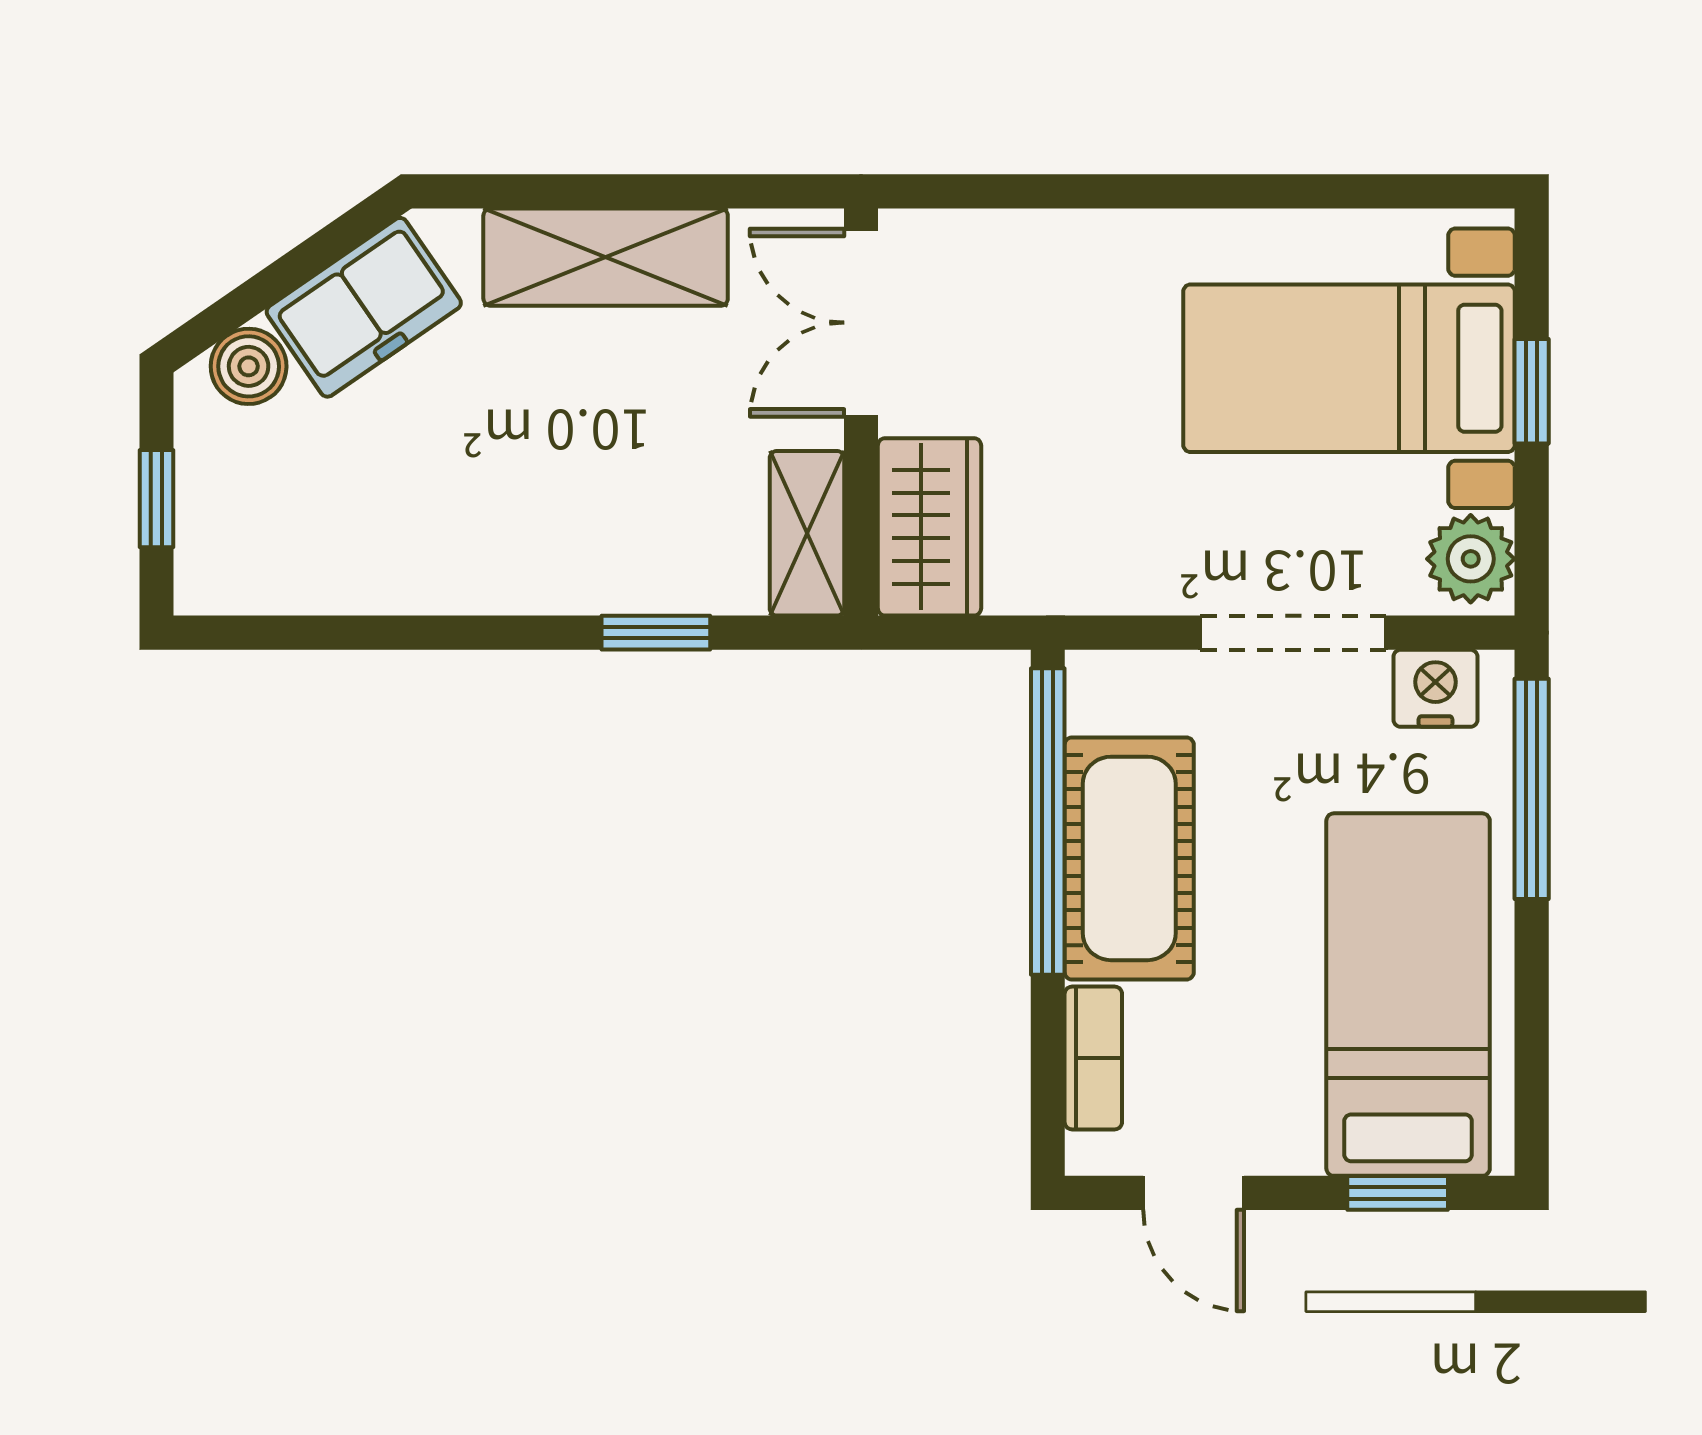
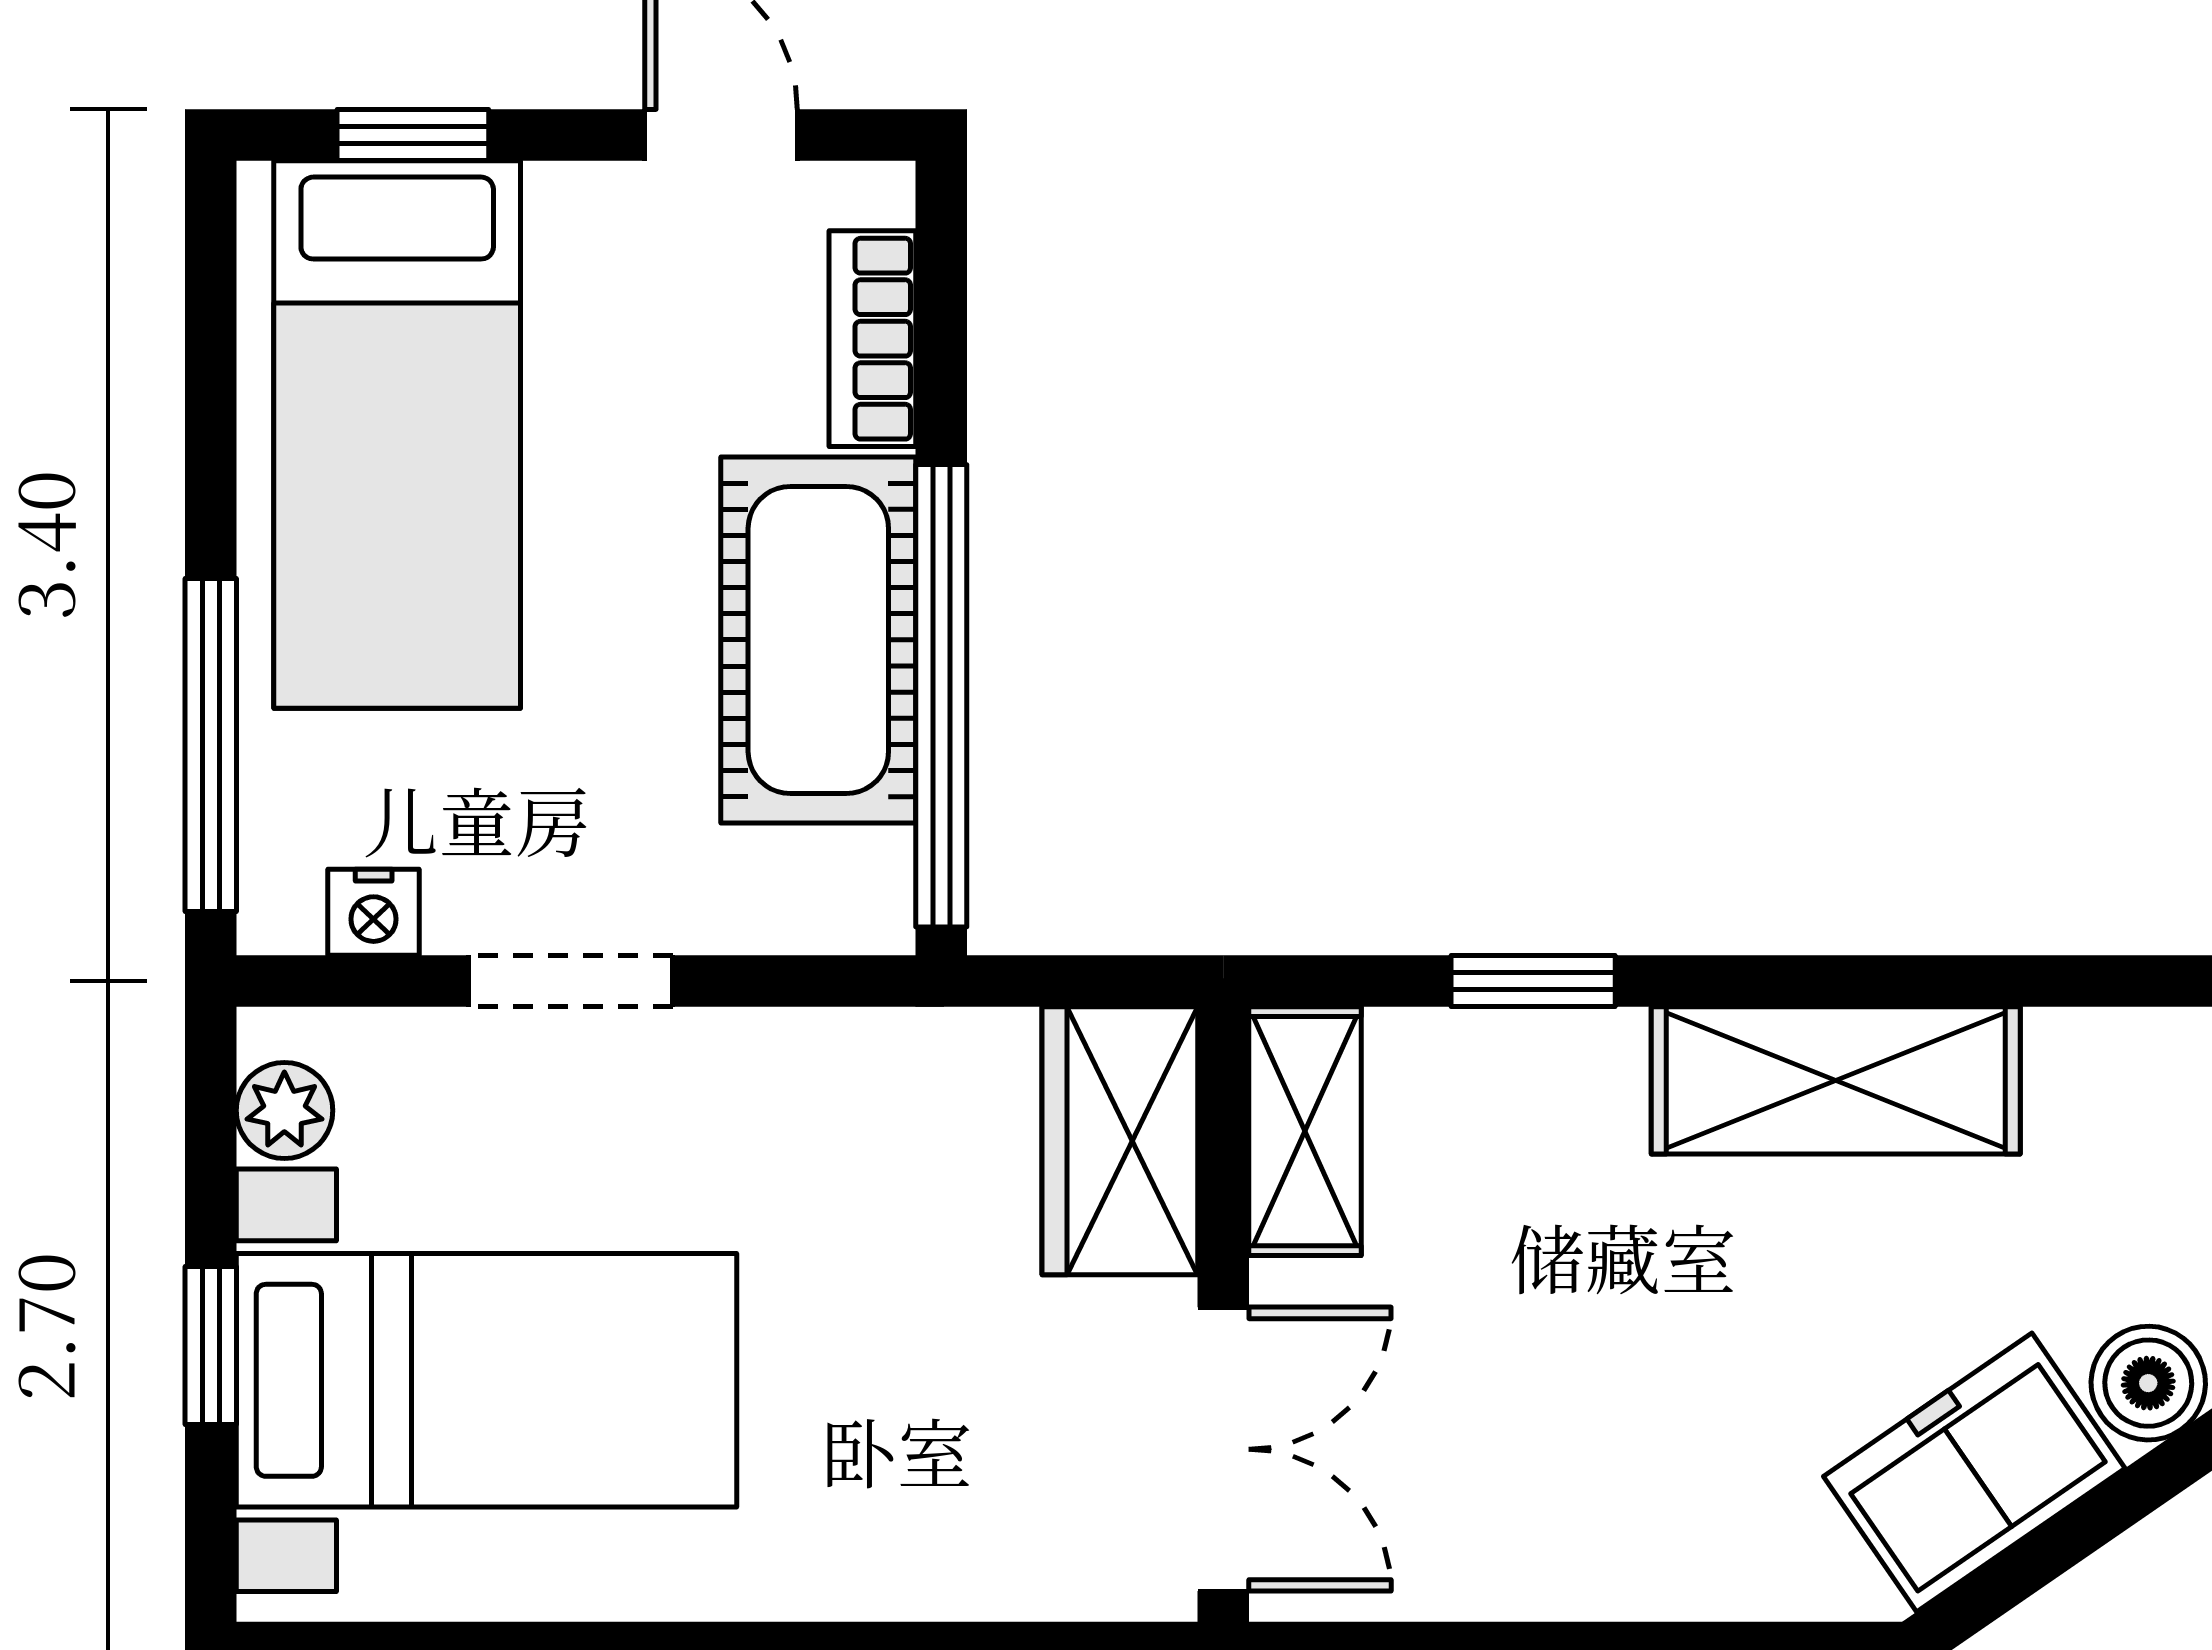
shelving: (606, 257) -> (1836, 1080), moved
plant: (1471, 559) -> (284, 1110), width x0.73, depth x0.73
doorway: (1293, 633) -> (571, 981), width x0.73
nightstand: (1435, 688) -> (374, 912), width x0.72, depth x0.74

